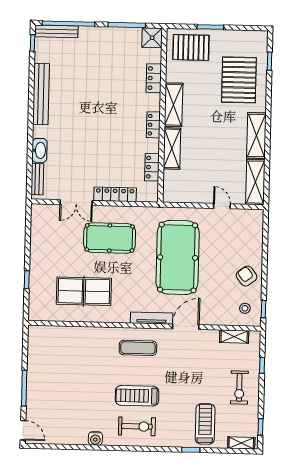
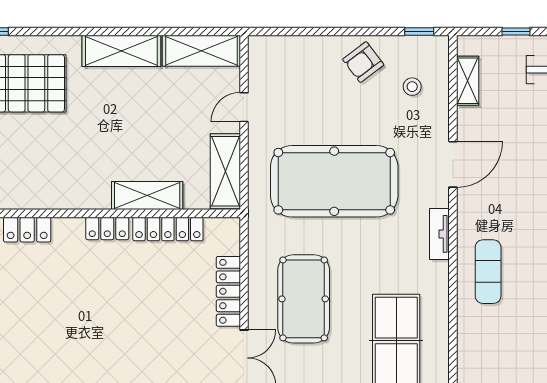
shelving: (173, 105) -> (225, 171), moved, turned 90
locker: (152, 167) -> (168, 229), width x1.53
stool: (245, 308) -> (412, 87), moved
tv unit: (152, 318) -> (439, 234), width x0.71
door: (186, 327) -> (453, 164), swing flipped
exercise mat: (138, 348) -> (488, 272), moved

